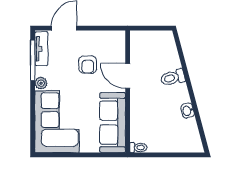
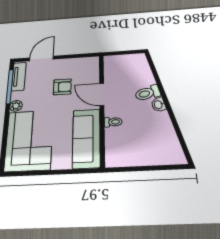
armchair: (88, 65) -> (62, 87), turned -90
washbasin: (188, 111) -> (158, 105), moved
toilet: (138, 148) -> (113, 122), moved

